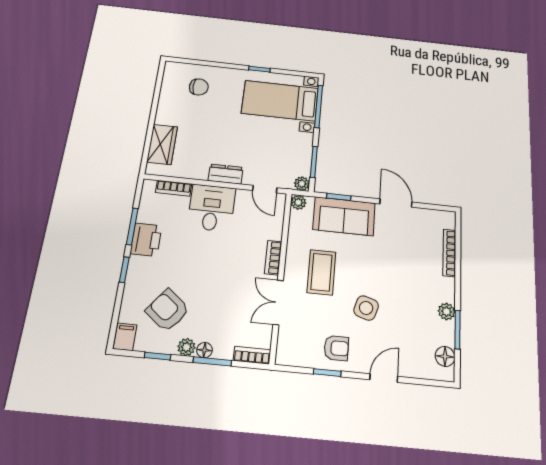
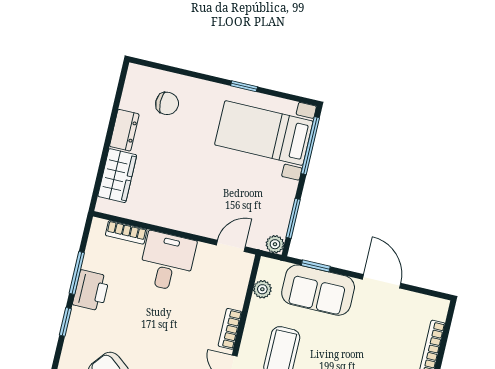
dresser: (226, 174) -> (124, 130), moved, turned 90
door: (265, 189) -> (231, 246), swing flipped
plant: (298, 202) -> (262, 289), moved

